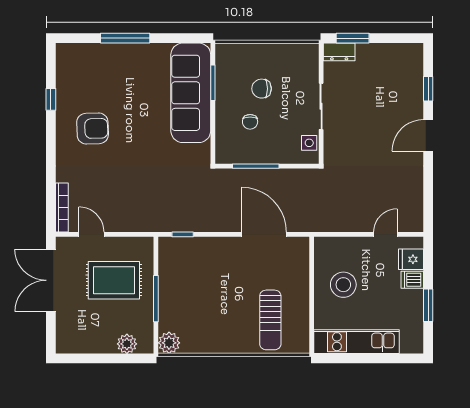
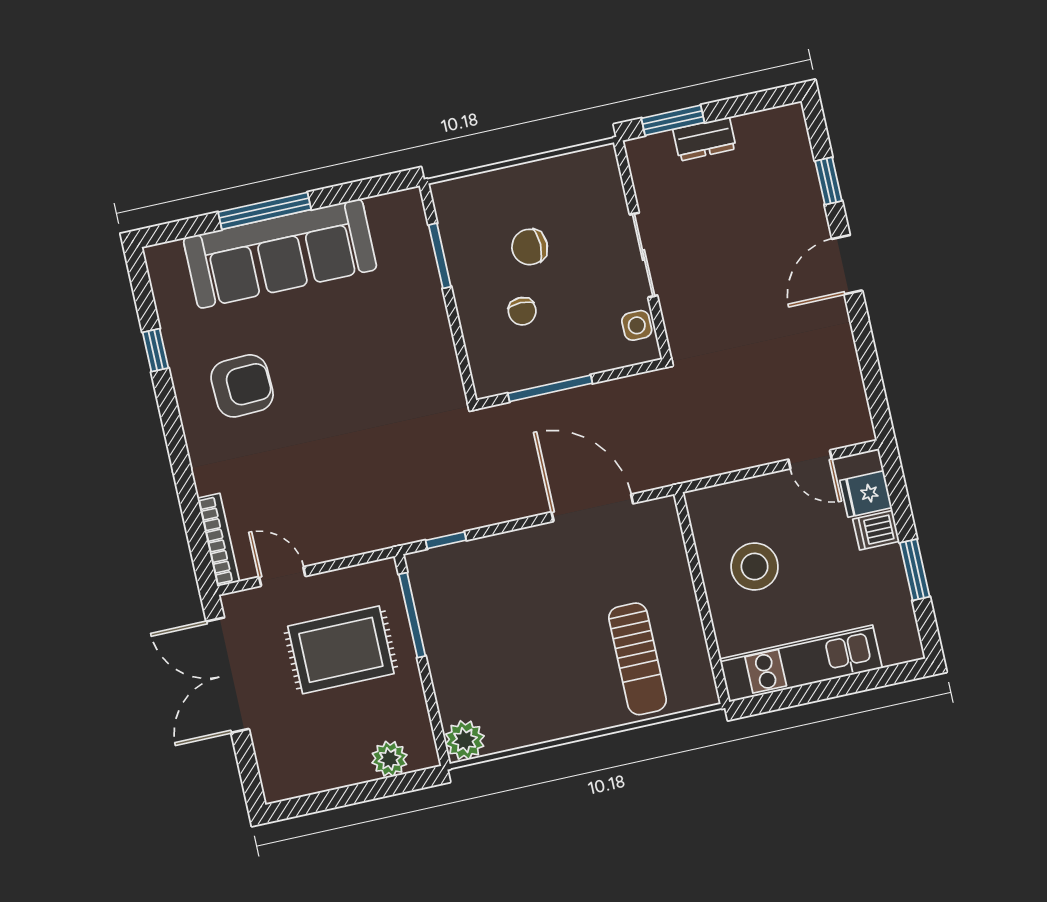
dresser: (339, 52) -> (705, 139), moved
sofa: (191, 93) -> (280, 254), moved, turned -90
door: (385, 234) -> (810, 459), swing flipped
window: (156, 299) -> (412, 615), moved

